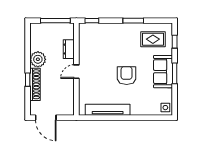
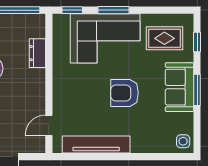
window: (133, 21) -> (113, 10), moved
corner sofa: (114, 39) -> (105, 38), added
door: (76, 72) -> (49, 125), moved
armchair: (127, 76) -> (125, 93), turned -90

